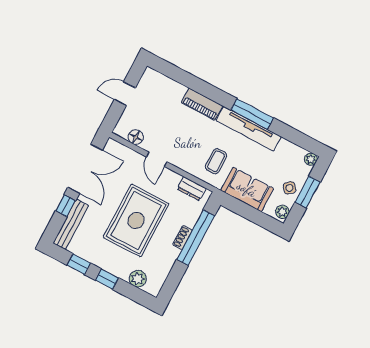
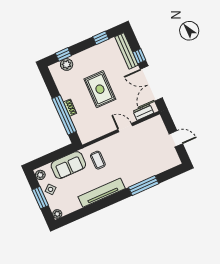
door: (125, 94) -> (176, 139), hinge flipped
piano: (202, 104) -> (136, 177), removed
window: (252, 114) -> (144, 185), moved
floor lamp: (136, 137) -> (147, 126), removed
dresser: (192, 189) -> (143, 112), moved
rug: (136, 220) -> (100, 89), width x0.73, depth x0.69
window: (107, 279) -> (63, 54), moved

